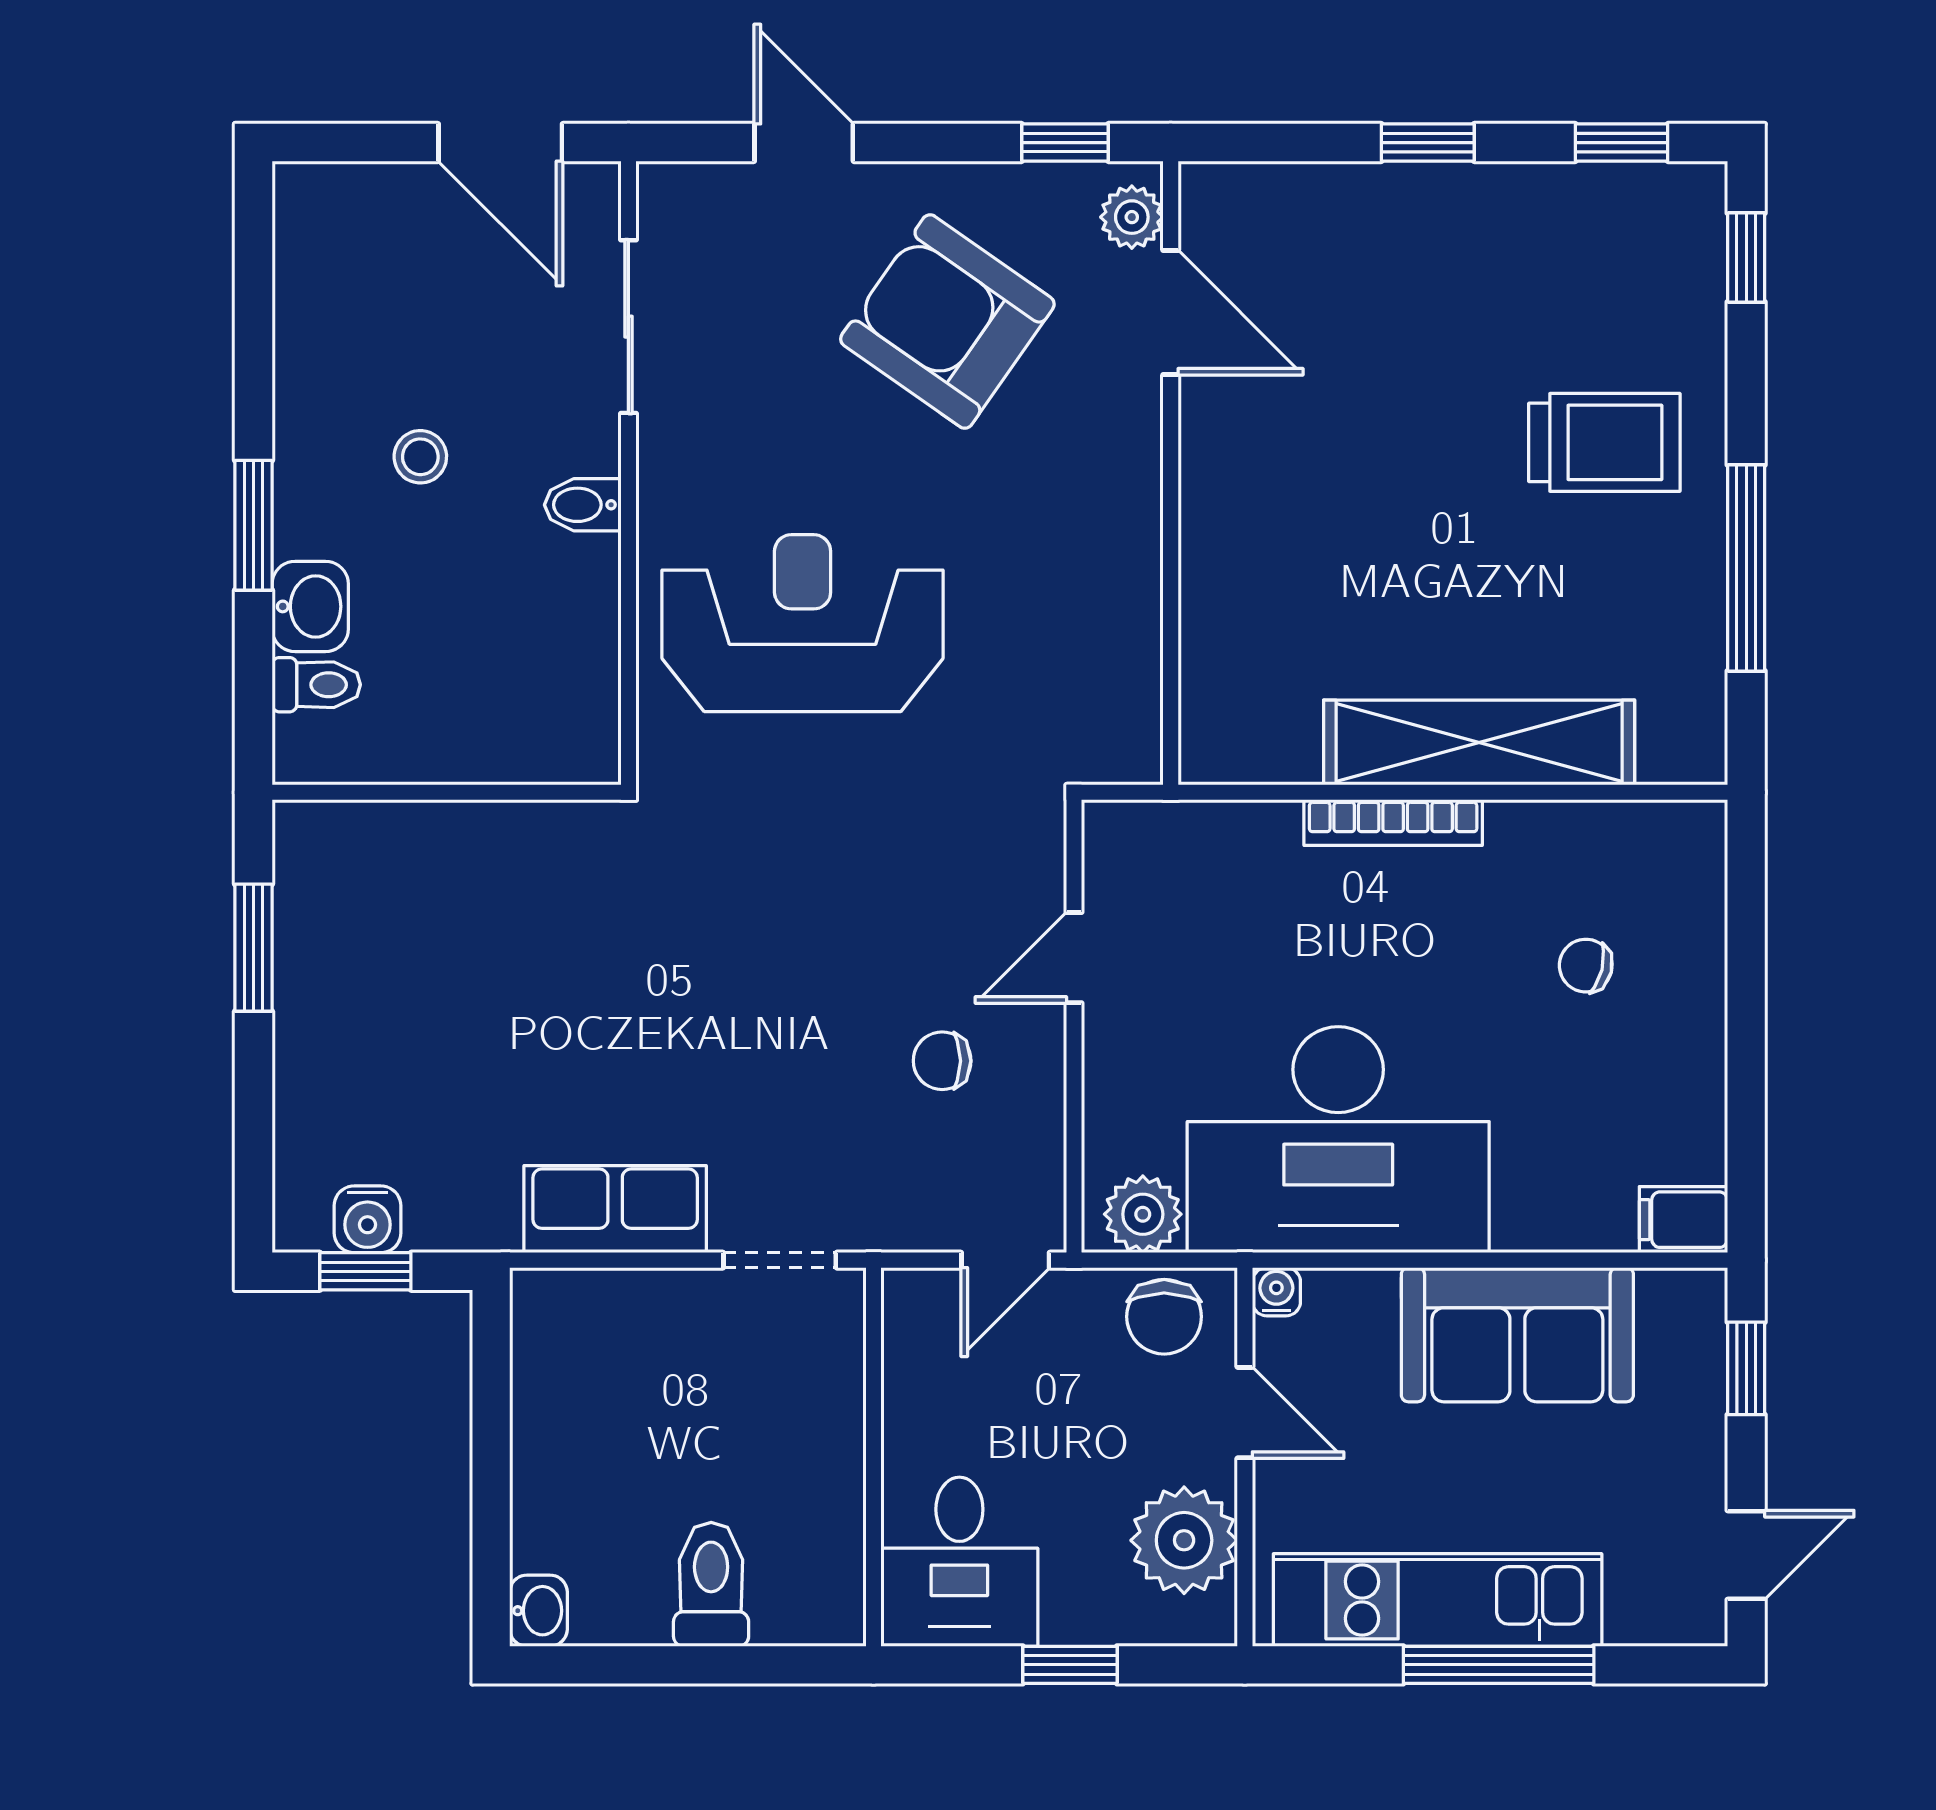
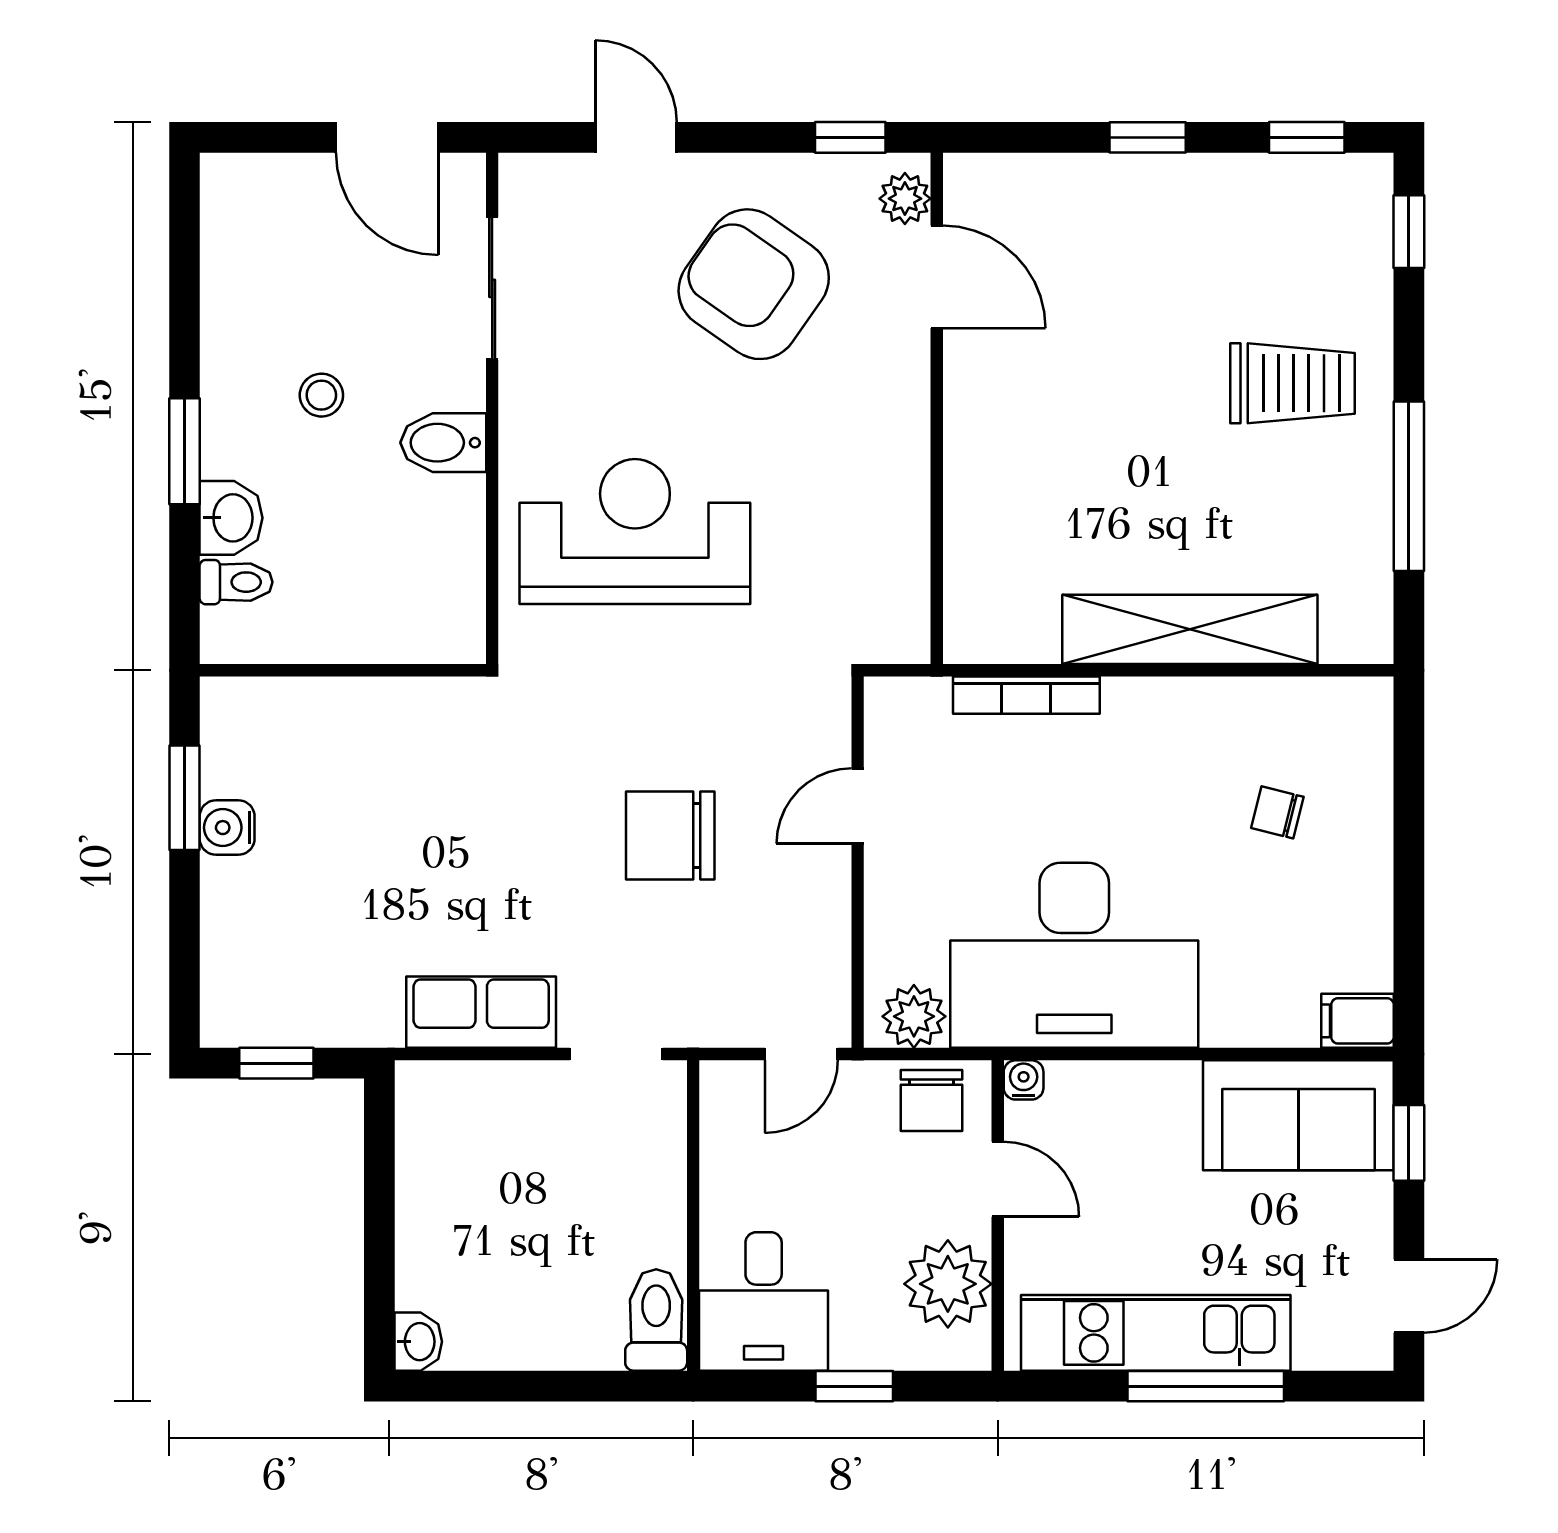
bidet: (583, 505) -> (443, 443), width x1.38, depth x1.36
bookcase: (1393, 823) -> (1026, 695), moved
chair: (942, 1061) -> (670, 836), moved, width x1.87, depth x1.87
water cooler: (367, 1219) -> (227, 828), moved, turned 90
sofa: (1517, 1335) -> (1298, 1115), moved
toilet: (711, 1584) -> (656, 1320), moved

